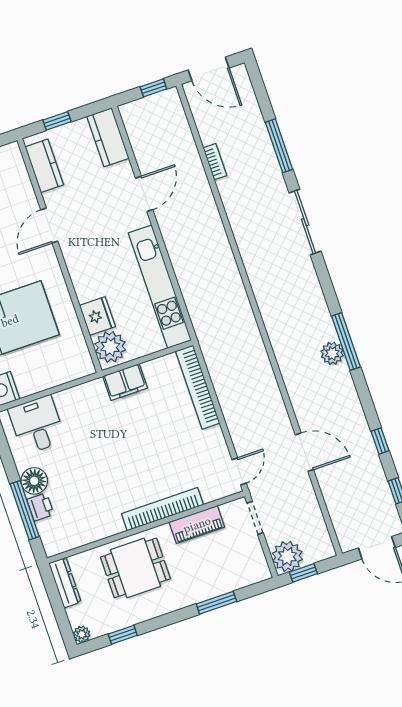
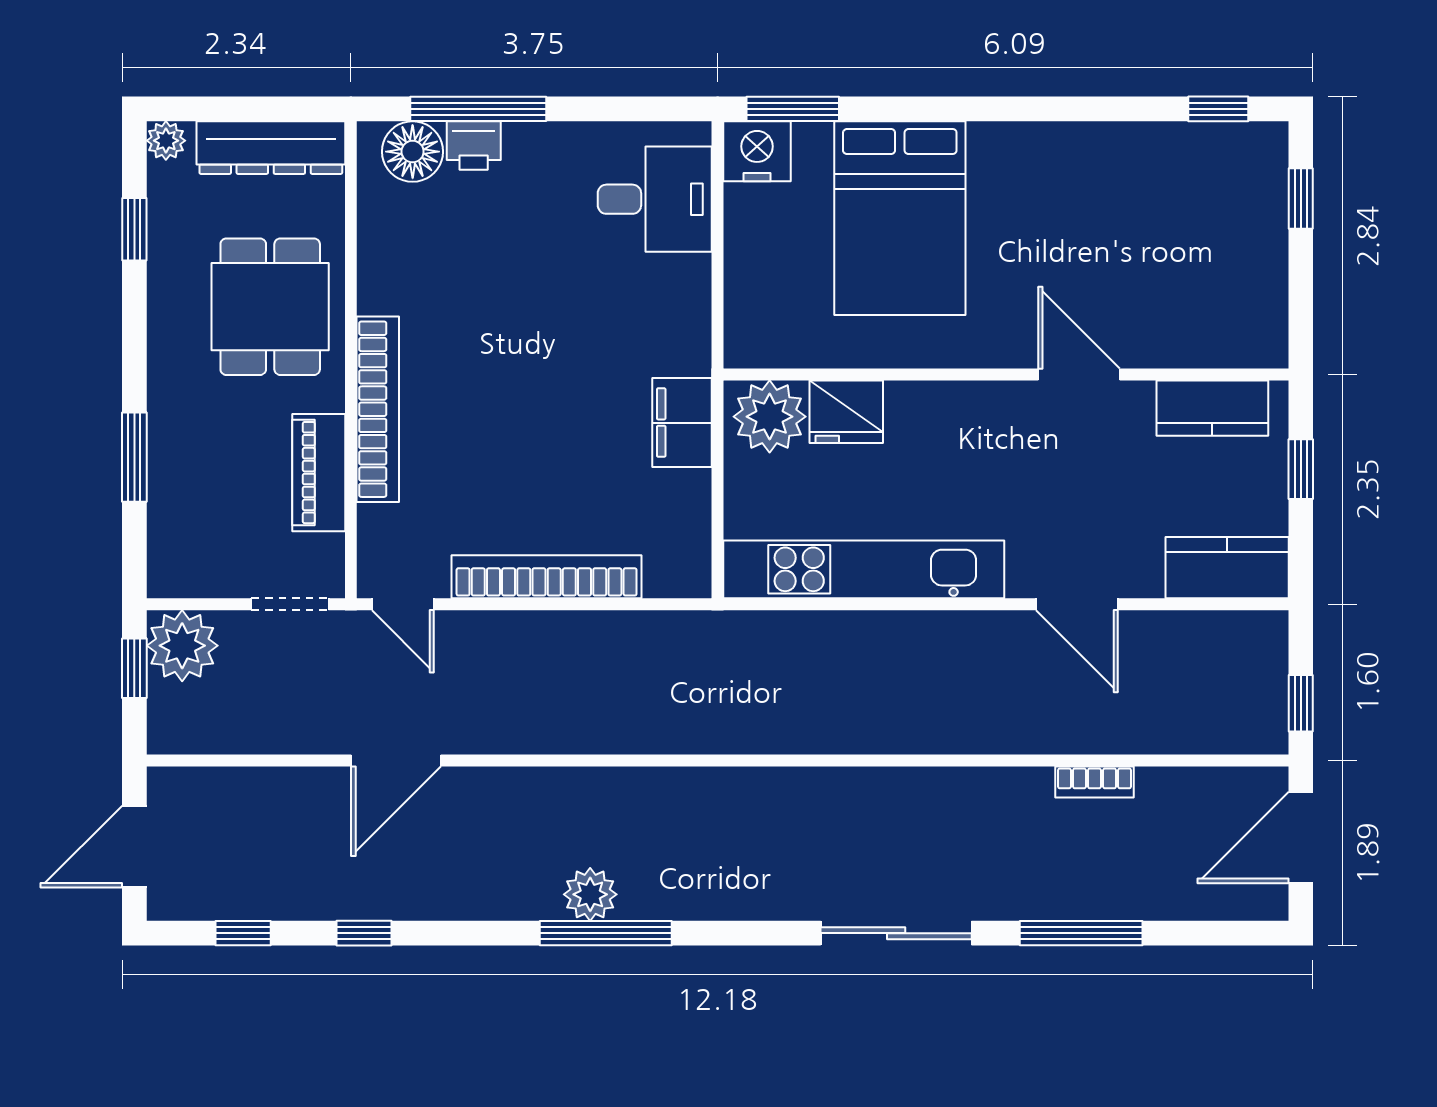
bookcase: (198, 387) -> (547, 577), moved
floor lamp: (34, 481) -> (413, 152), moved
dresser: (65, 583) -> (271, 148), width x1.37, depth x1.24

